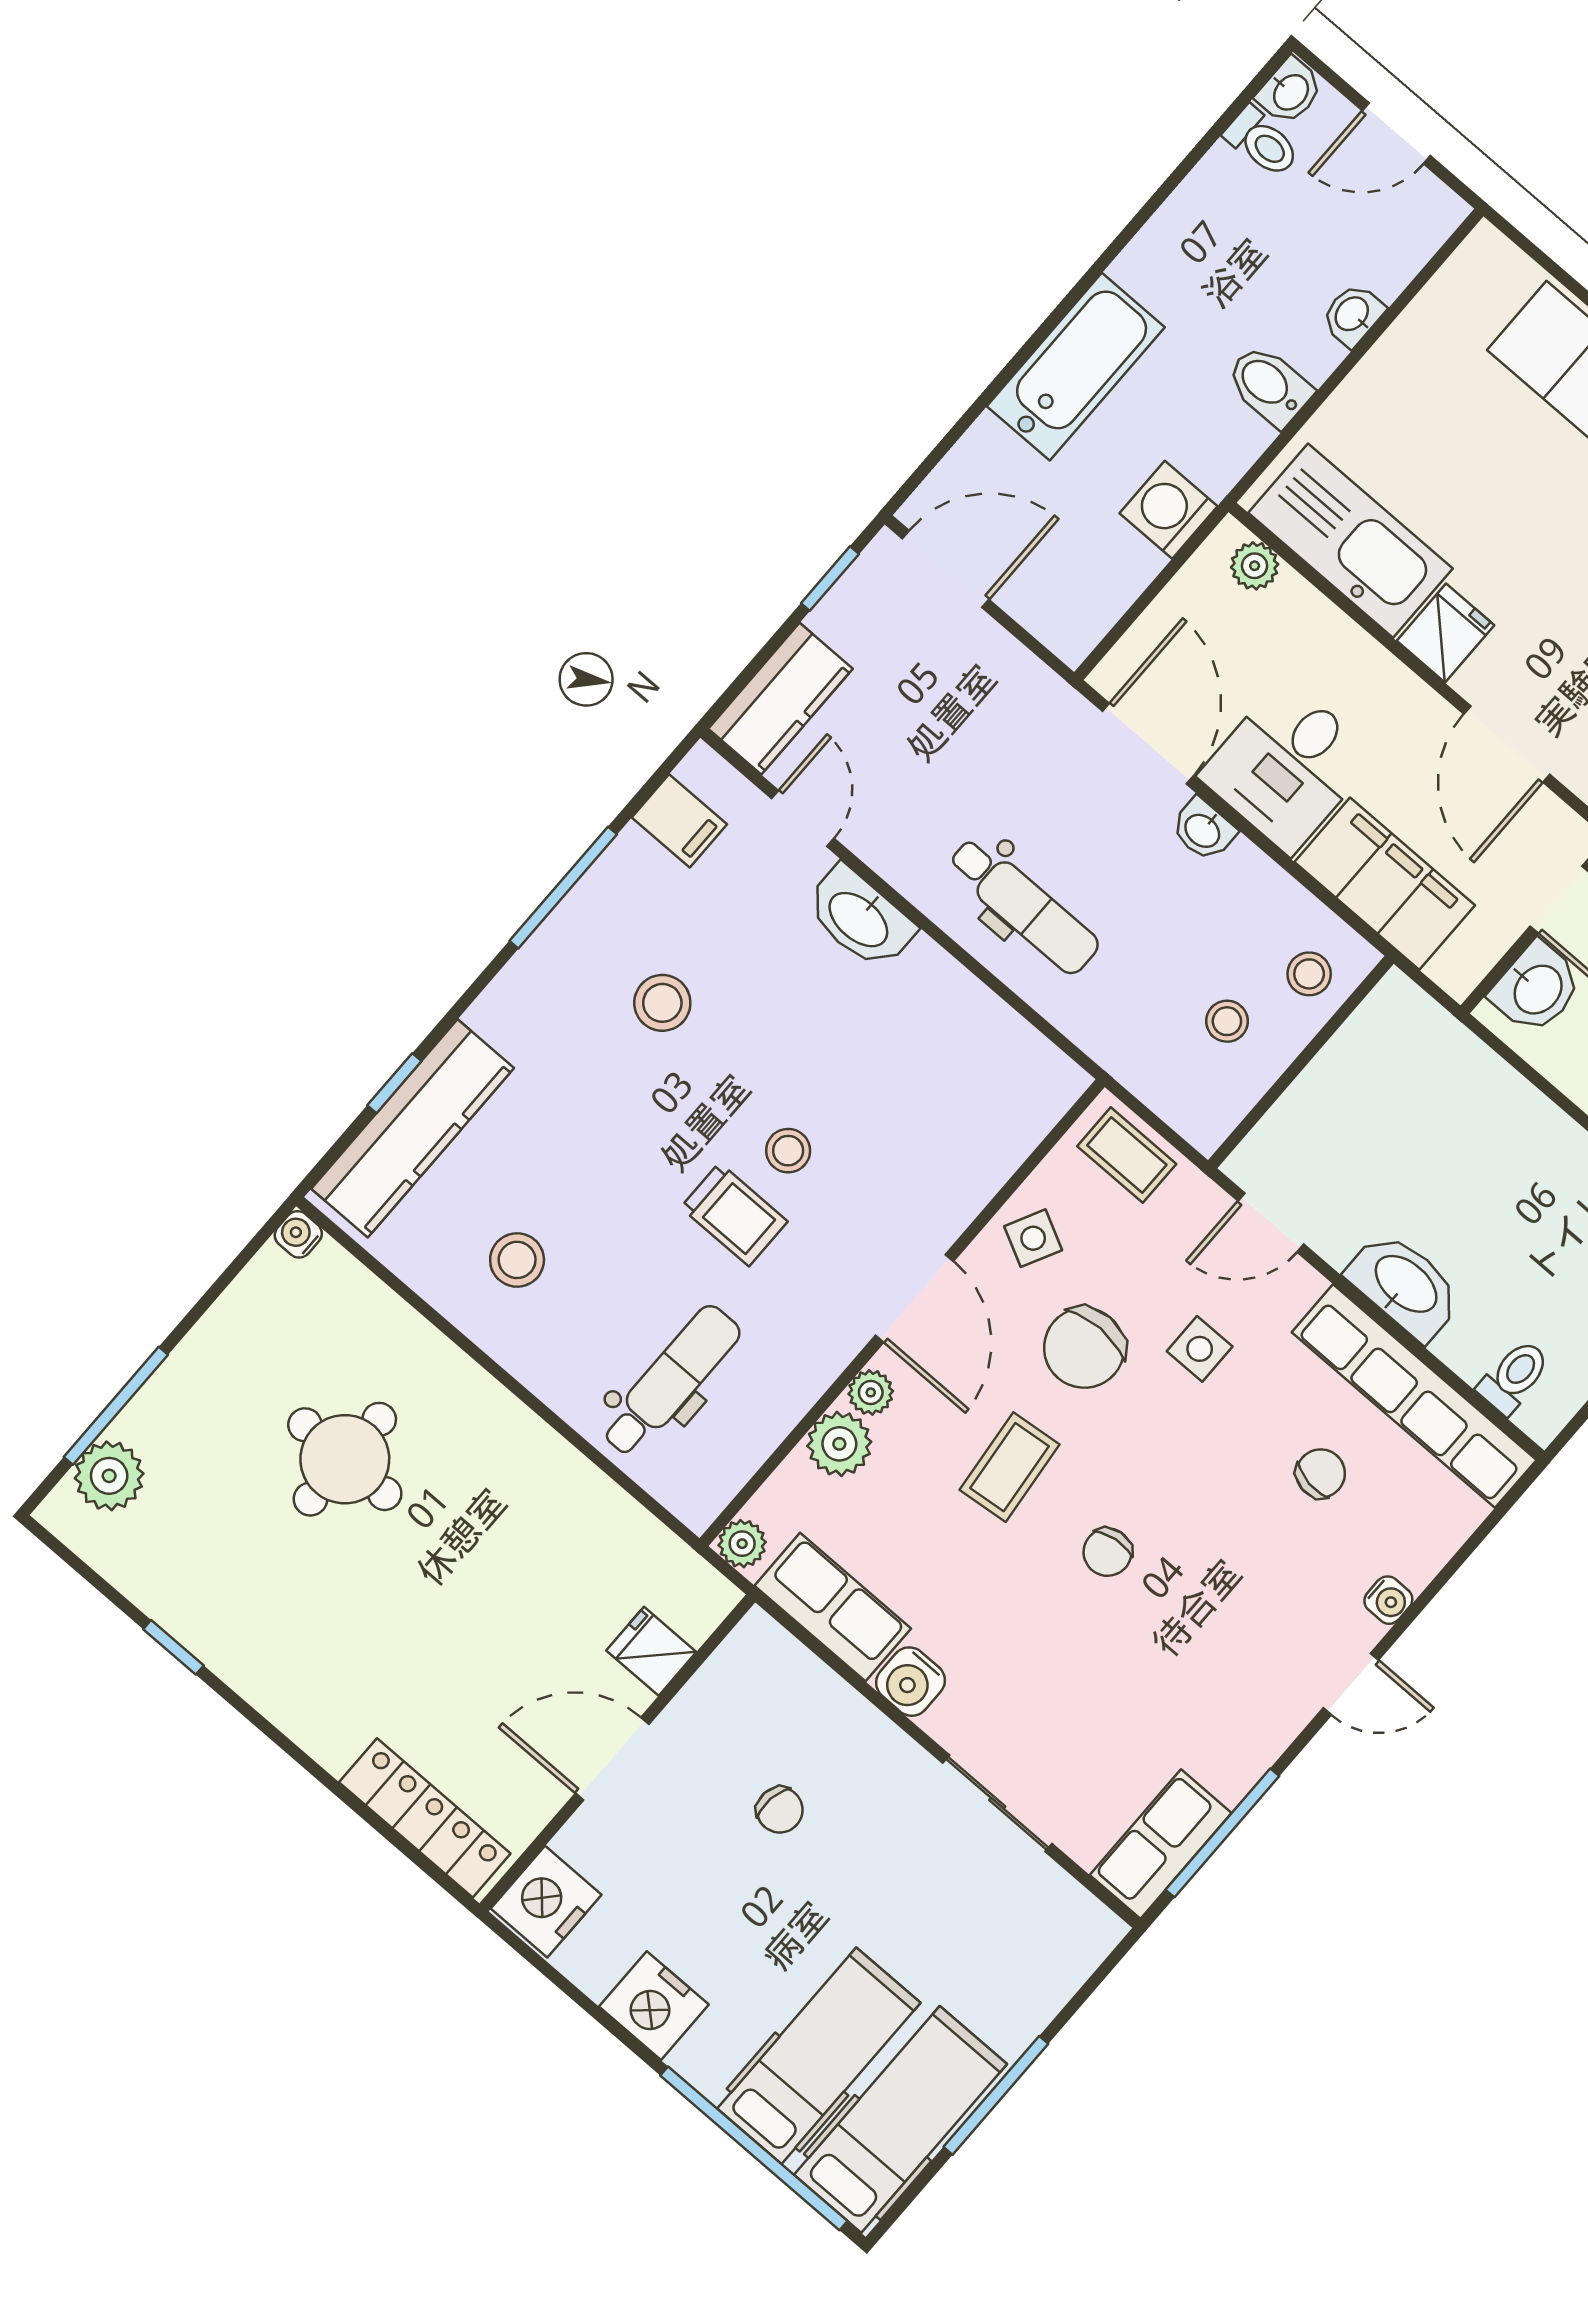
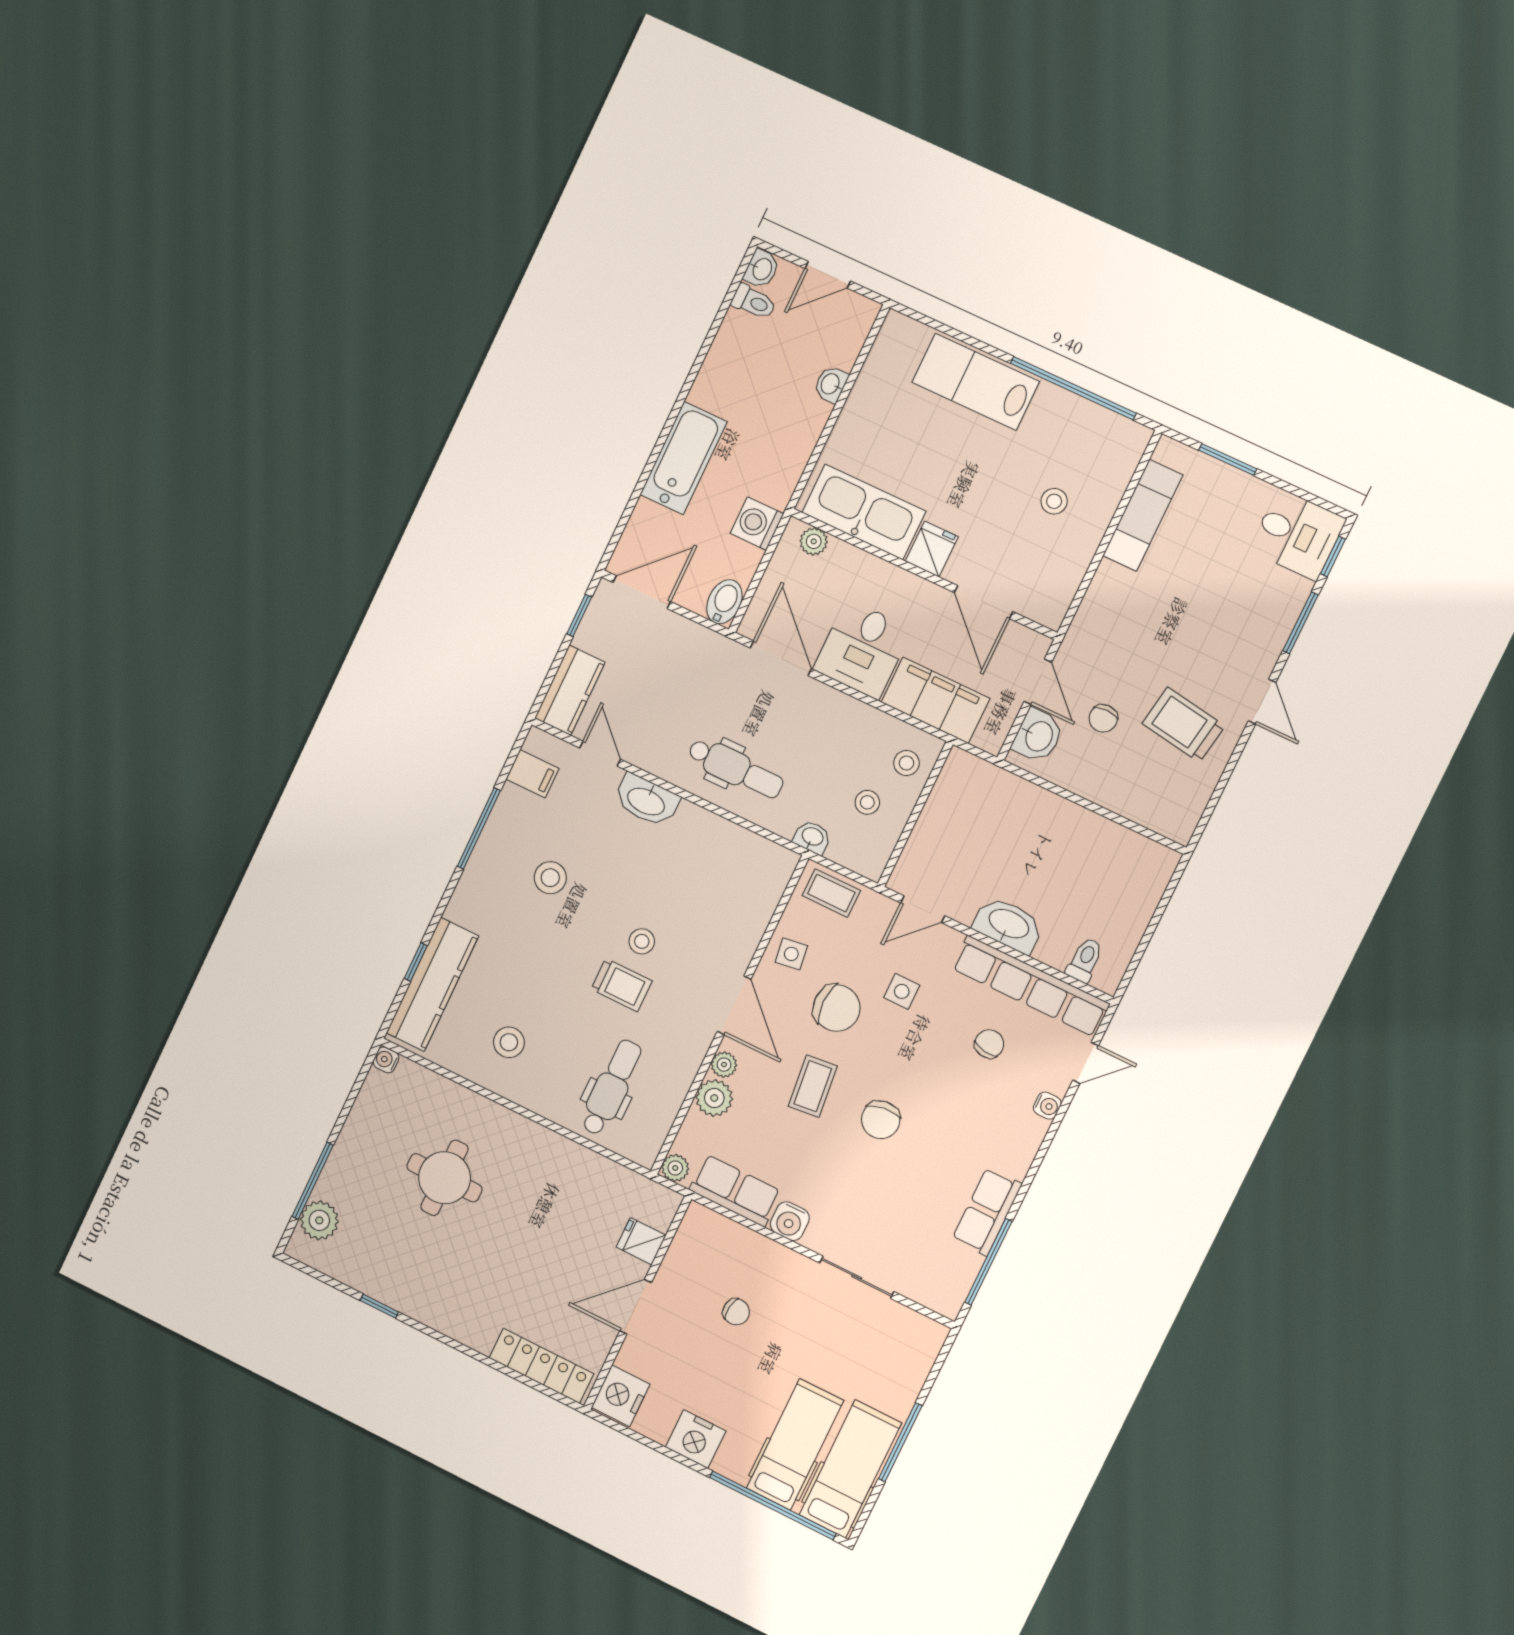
bidet: (1269, 385) -> (724, 602), moved, turned 90
washbasin: (1203, 830) -> (812, 837), moved, turned 180
side table: (1033, 1238) -> (791, 954), turned -35
chair: (1084, 1348) -> (837, 1008), turned -90
chair: (1108, 1552) -> (881, 1120), width x1.37, depth x1.37
door: (1351, 1684) -> (1086, 1063), moved
row of seats: (1161, 1844) -> (987, 1211), moved

